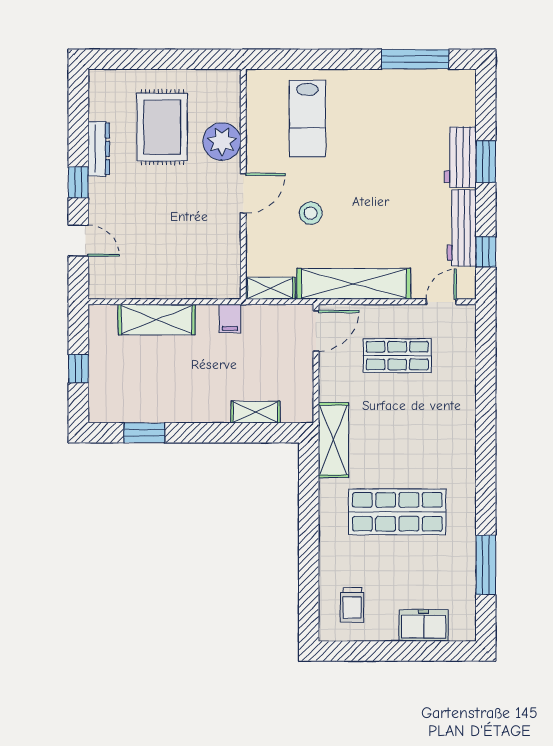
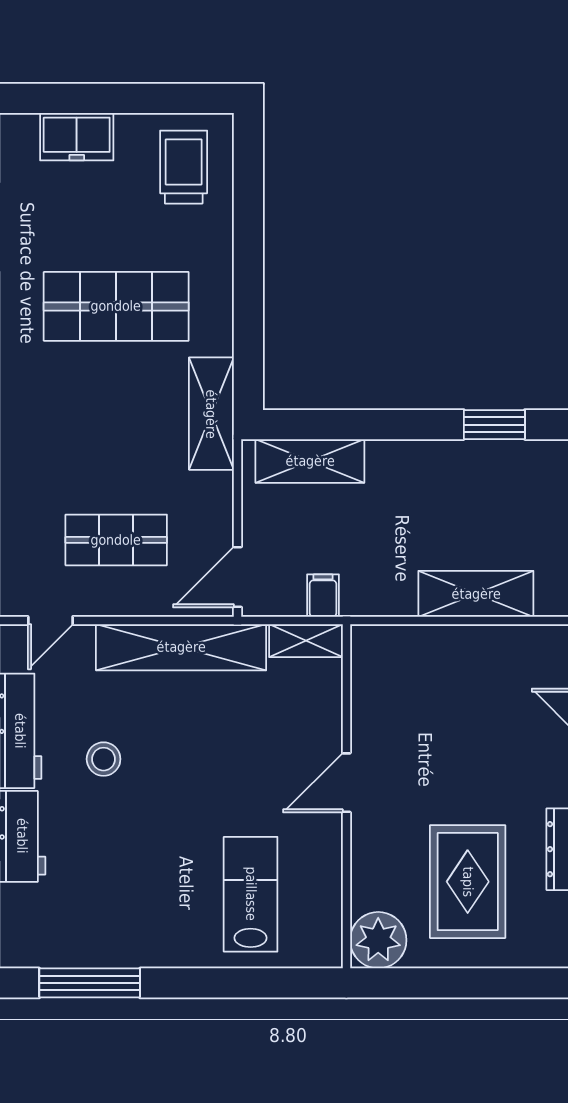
plant: (222, 141) -> (378, 940), moved
stool: (311, 213) -> (104, 759), moved
filing cabinet: (230, 318) -> (323, 596), moved
shelving: (256, 412) -> (310, 461), width x1.50, depth x1.33
trolley: (352, 605) -> (184, 167), width x1.36, depth x1.39

